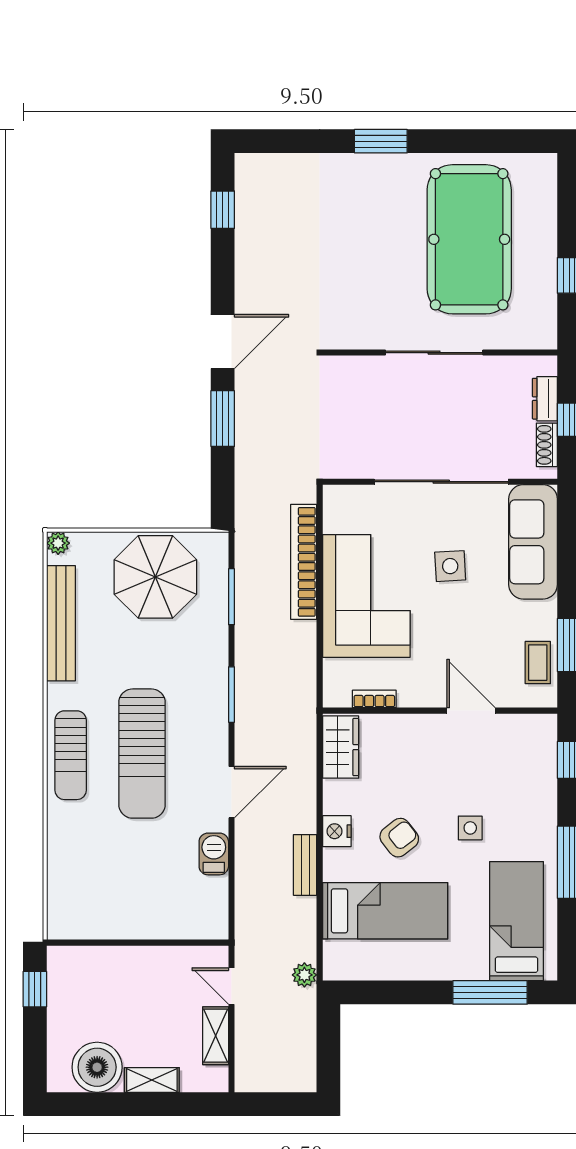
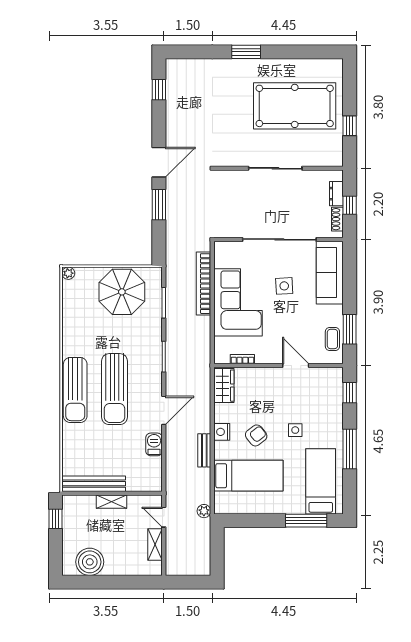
pool table: (469, 239) -> (295, 106), turned 90
bench: (61, 623) -> (94, 484), moved, turned 90
sun lounger: (71, 755) -> (75, 390), width x1.36, depth x1.34
shelving: (152, 1080) -> (111, 502), moved

